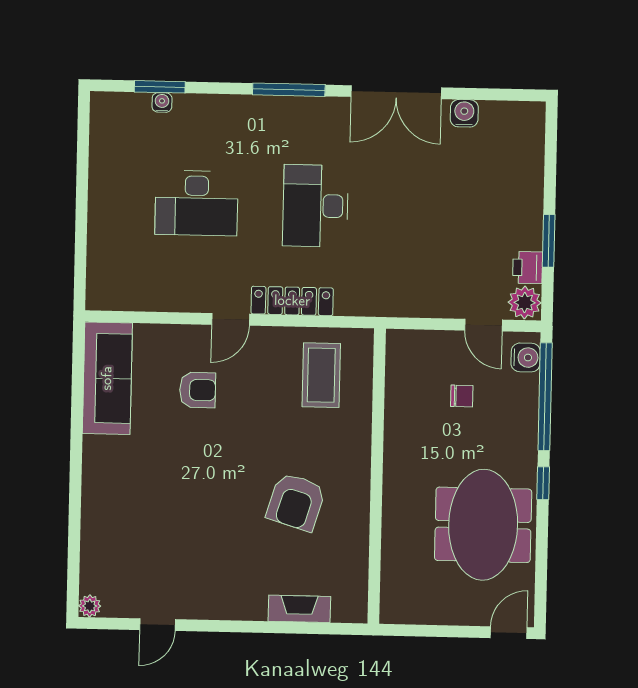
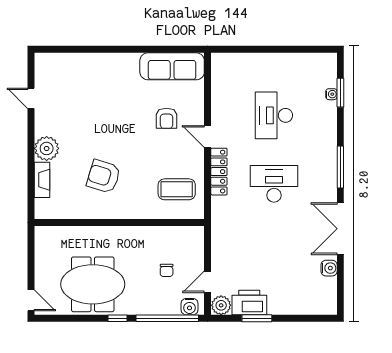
printer: (528, 268) -> (249, 303), width x1.87, depth x1.48
plant: (90, 606) -> (47, 148), moved, width x1.88, depth x1.88

